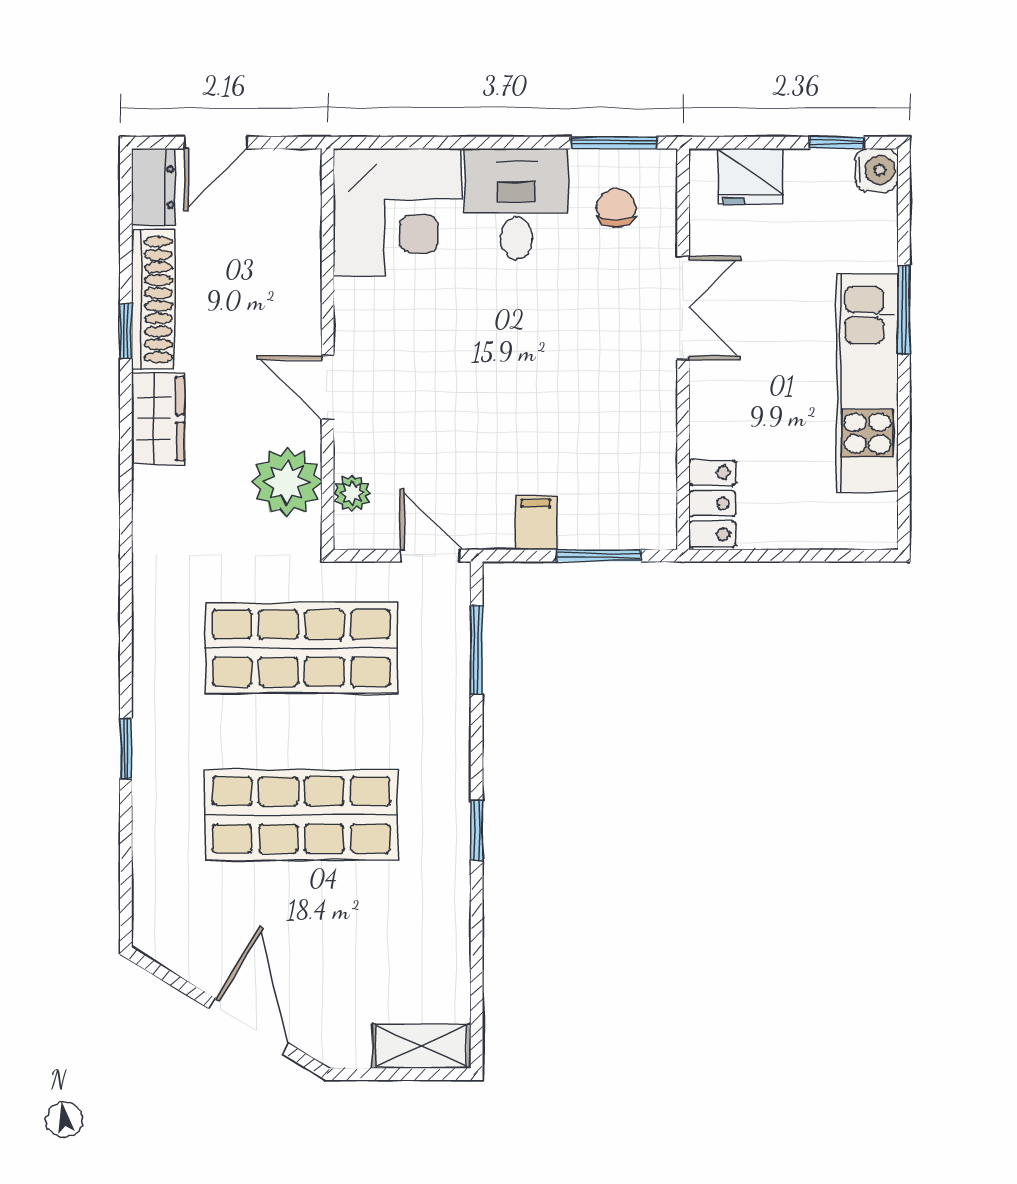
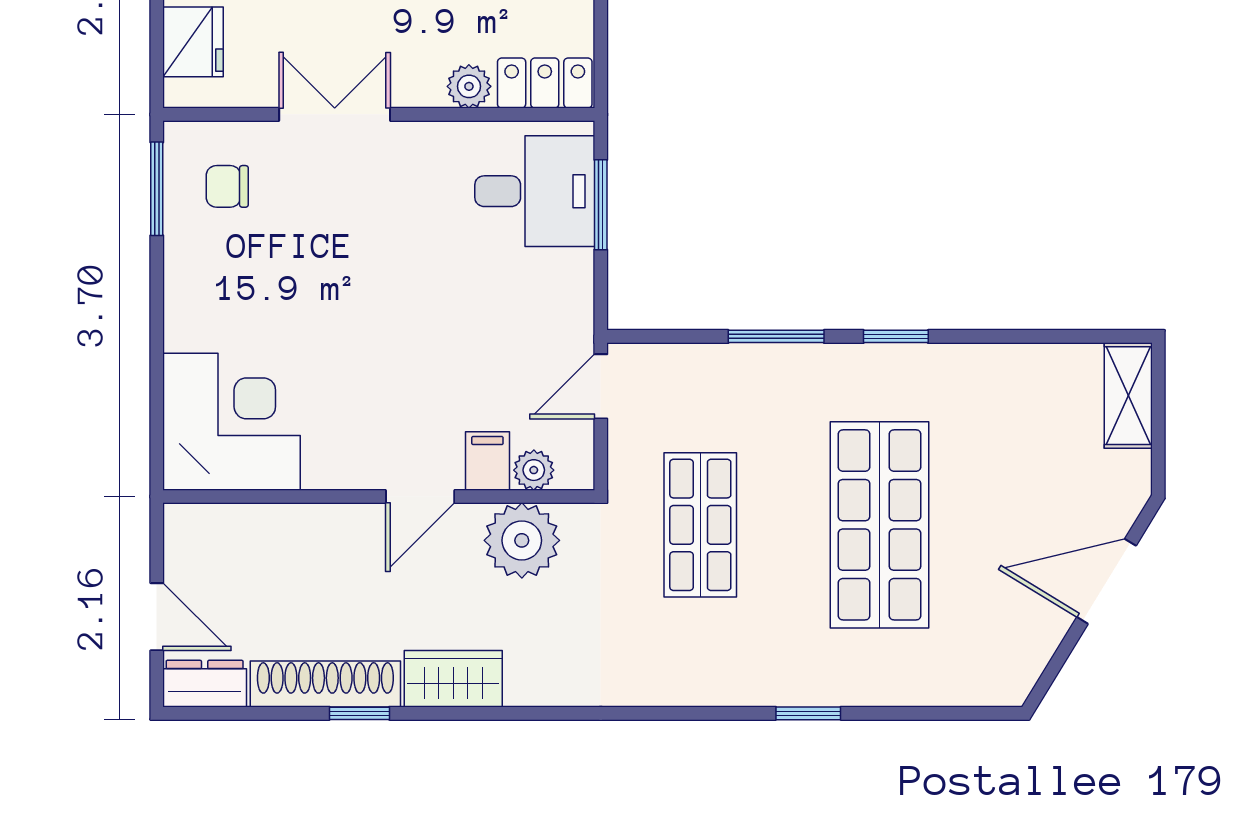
desk: (516, 204) -> (535, 191), moved, turned 180
plant: (709, 433) -> (469, 86), added
filing cabinet: (536, 523) -> (487, 461), moved, turned 90
shop shelf: (301, 648) -> (700, 525), width x0.70, depth x0.74
window: (477, 650) -> (776, 336), moved

